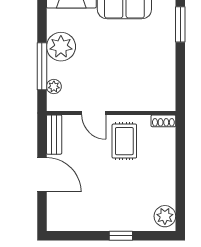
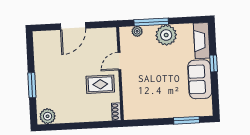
bench: (54, 135) -> (102, 33), removed
window: (121, 236) -> (32, 85), width x1.50

